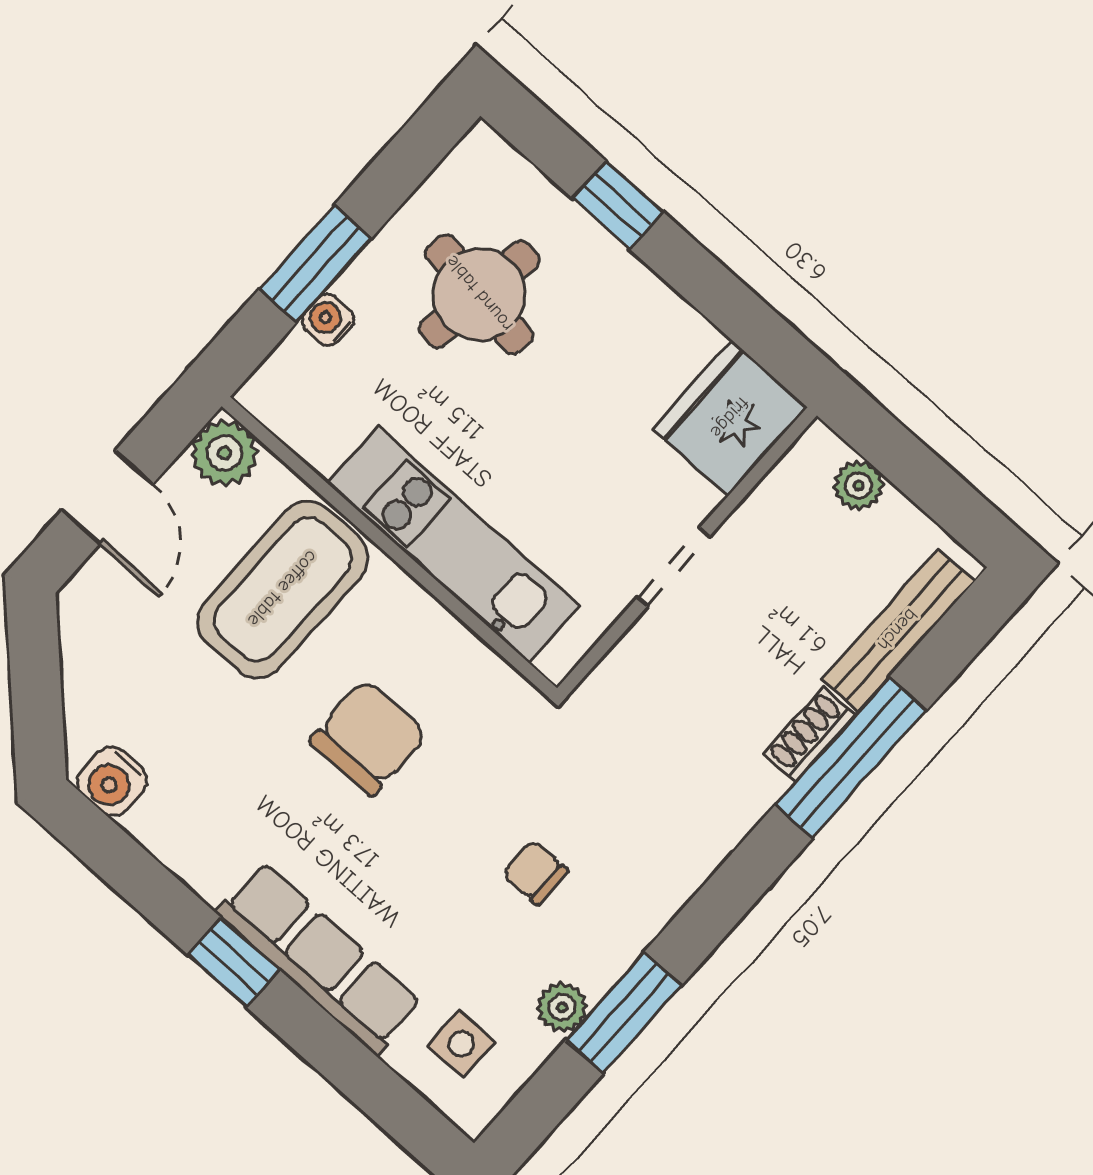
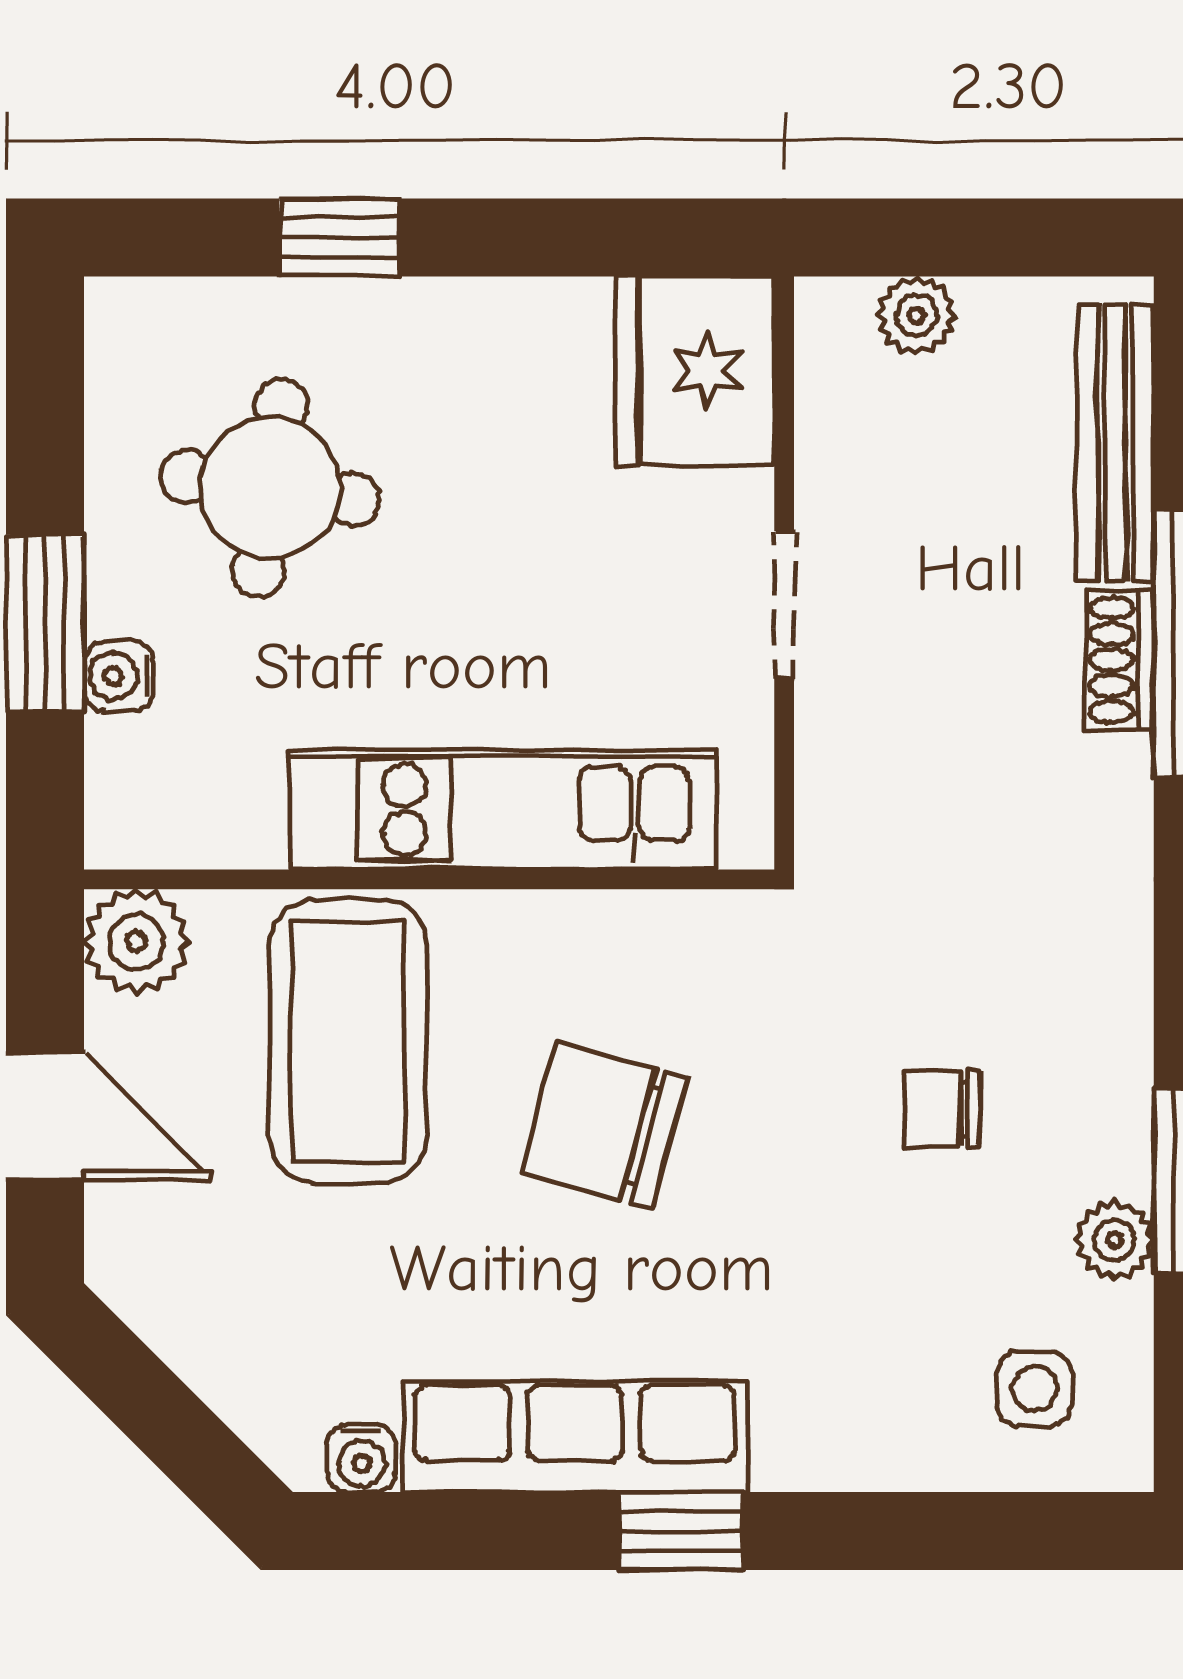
chair: (368, 737) -> (604, 1125), turned -75
water cooler: (112, 781) -> (362, 1458), width x0.72, depth x0.72
row of seats: (319, 958) -> (575, 1436), moved

